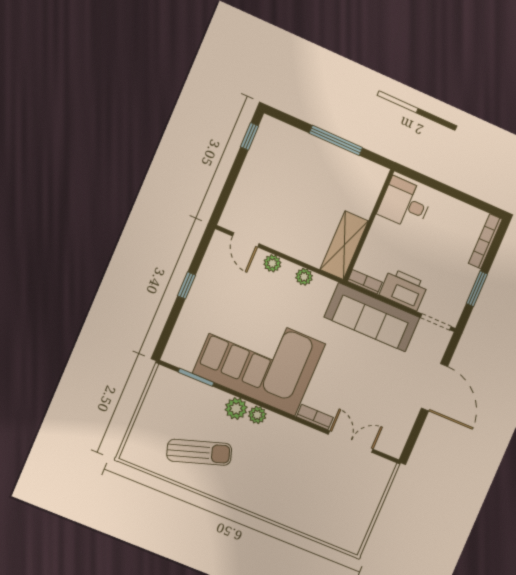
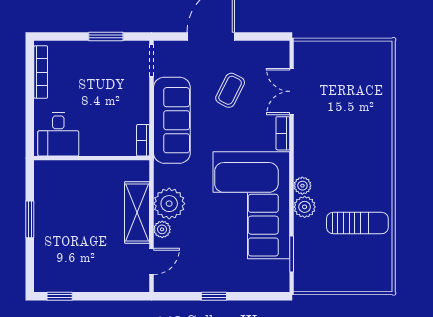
window: (336, 140) -> (30, 219), width x0.69
bookcase: (485, 241) -> (41, 72), moved, turned -90
shelving: (344, 245) -> (137, 212), moved, turned 90
plant: (304, 277) -> (169, 204), width x1.87, depth x1.87
printer: (404, 289) -> (135, 103), removed
coffee table: (377, 384) -> (230, 90), added
sun lounger: (199, 452) -> (357, 223), turned 108

